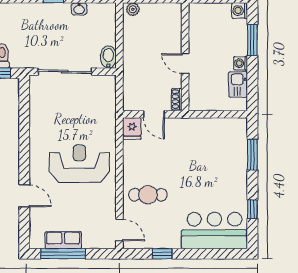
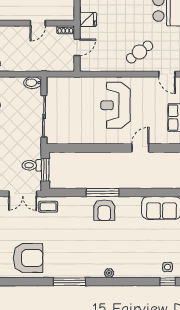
fridge: (132, 128) -> (88, 19), moved
cafe table: (148, 195) -> (140, 52), turned 53
door: (119, 230) -> (167, 74), swing flipped

